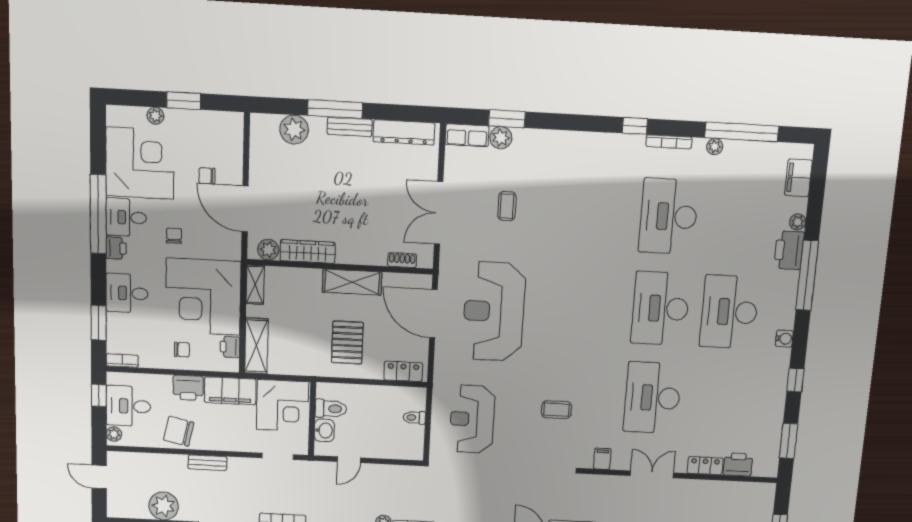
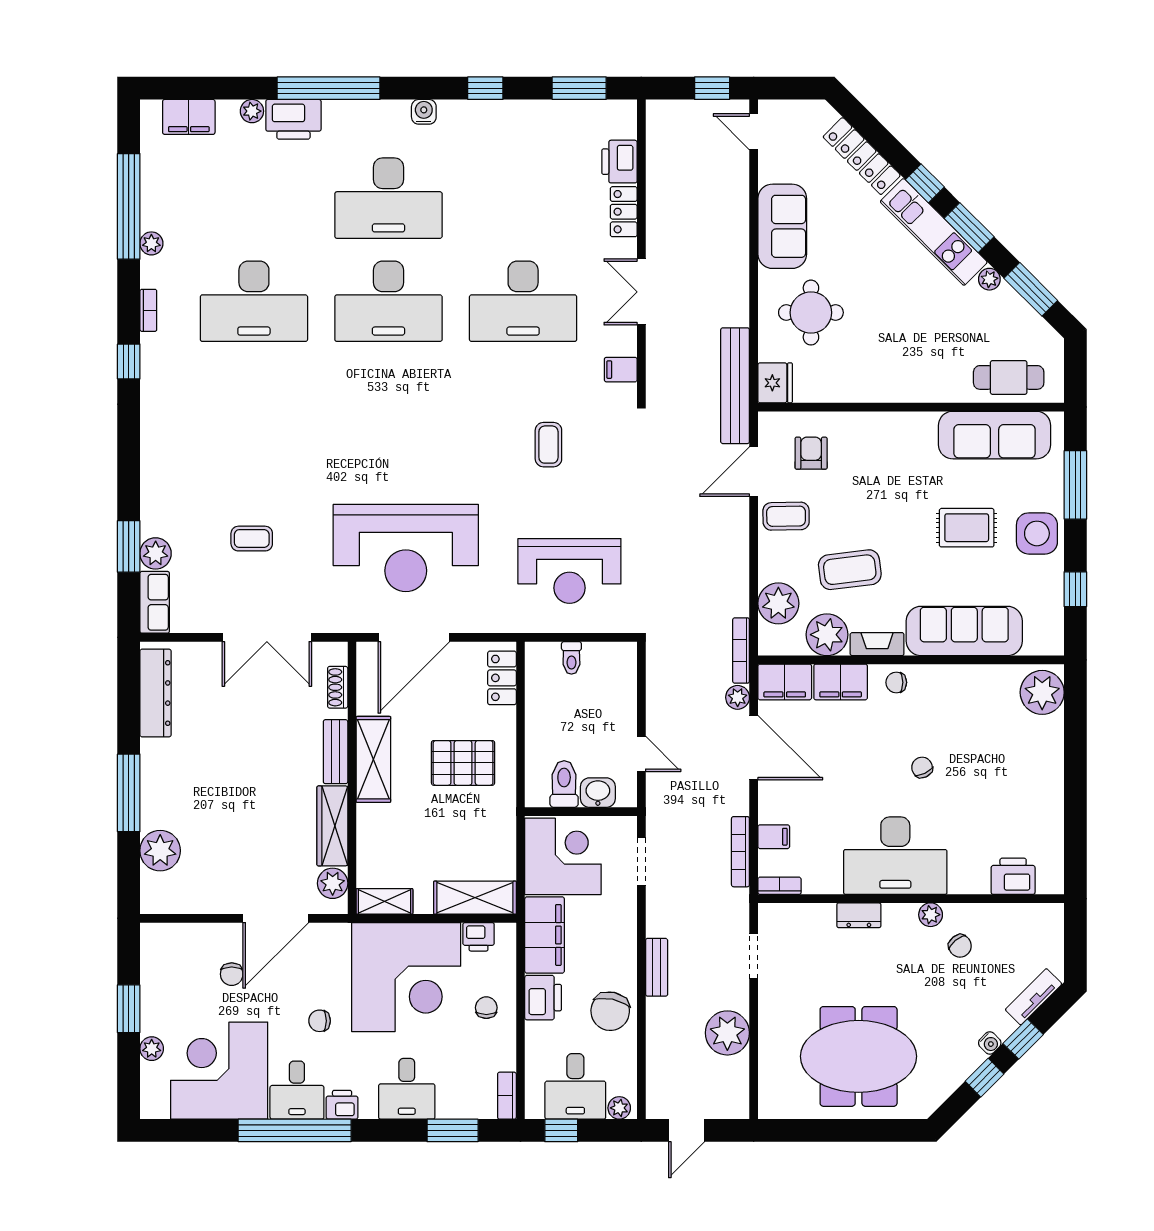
bench: (350, 127) -> (336, 752), moved
bookcase: (669, 142) -> (148, 310), width x0.64

